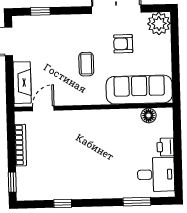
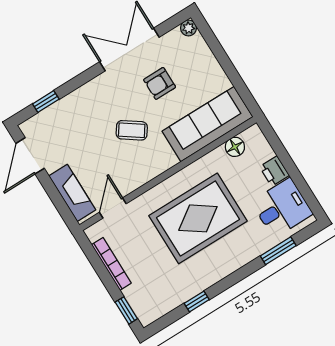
plant: (159, 24) -> (188, 28), width x0.53, depth x0.53
coffee table: (86, 64) -> (132, 130), turned -55
rug: (96, 149) -> (198, 218), added

